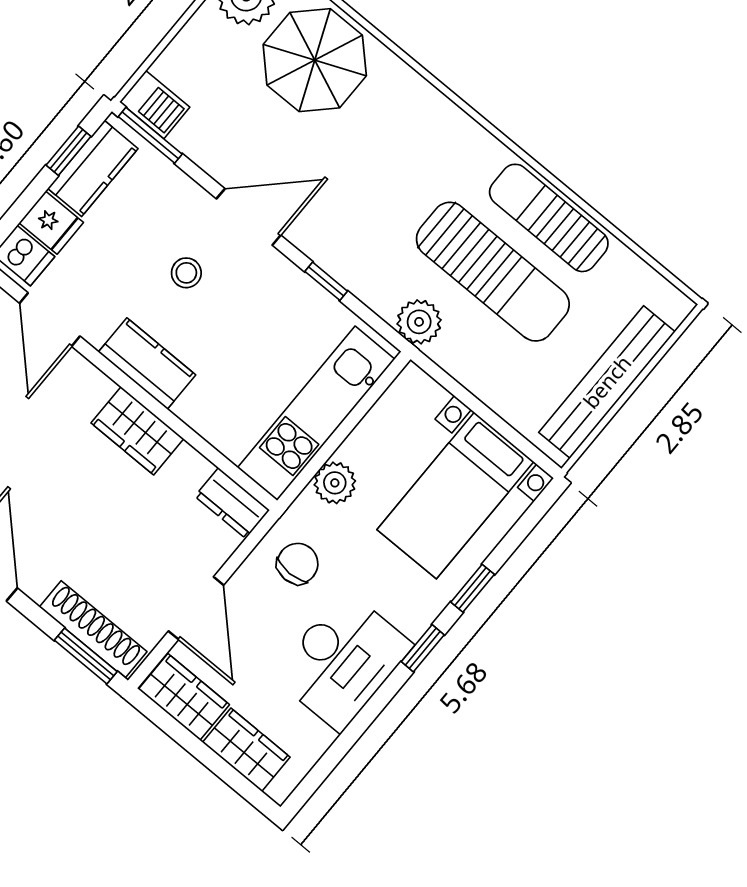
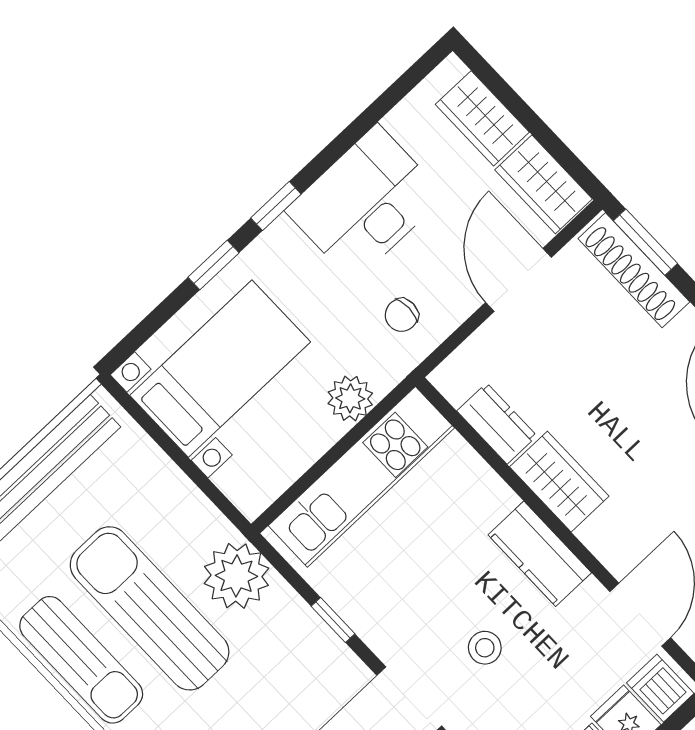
plant: (419, 322) -> (236, 576), width x1.36, depth x1.36
dresser: (232, 503) -> (497, 423), moved
chair: (298, 564) -> (402, 315), width x0.73, depth x0.73

